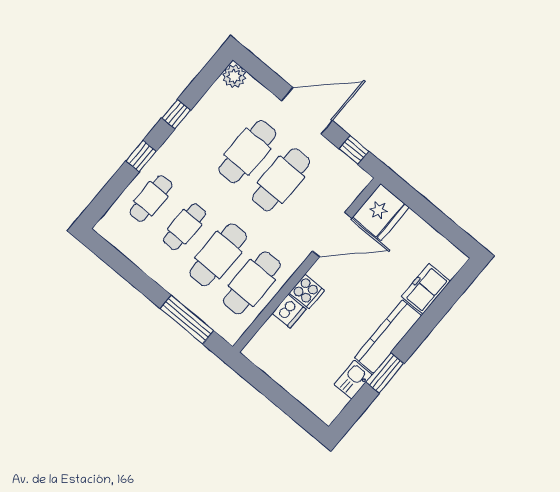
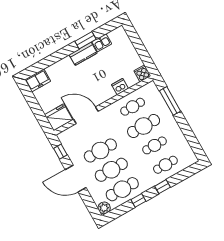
cafe table: (214, 124) -> (122, 189), added
cafe table: (252, 283) -> (133, 107), width x0.73, depth x0.74
freezer: (426, 289) -> (38, 80), moved
cooker: (307, 292) -> (142, 73), moved
kitchen counter: (388, 337) -> (83, 54), width x0.67

